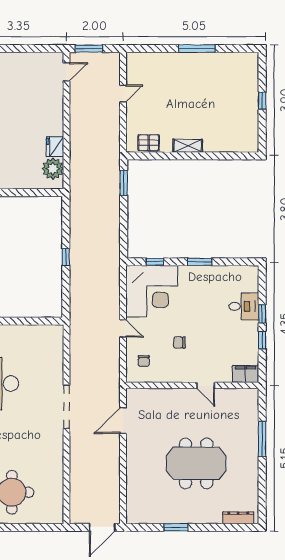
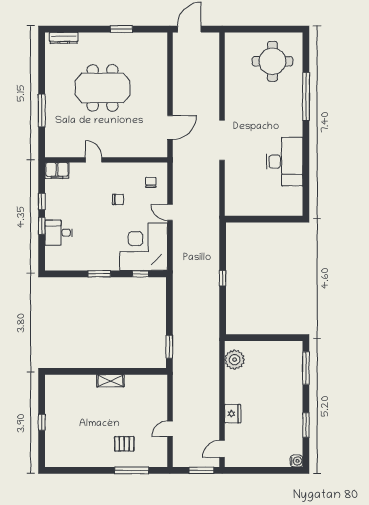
window: (197, 49) -> (132, 470), moved
pallet: (149, 143) -> (124, 444), moved
fridge: (55, 147) -> (233, 414), moved

